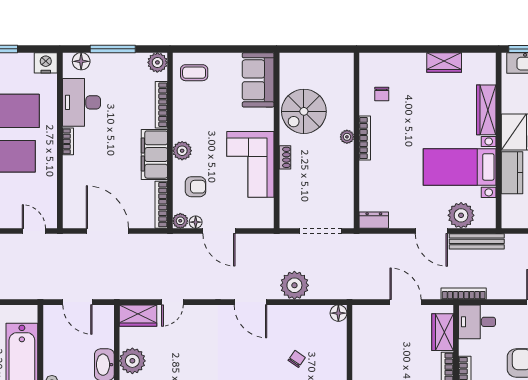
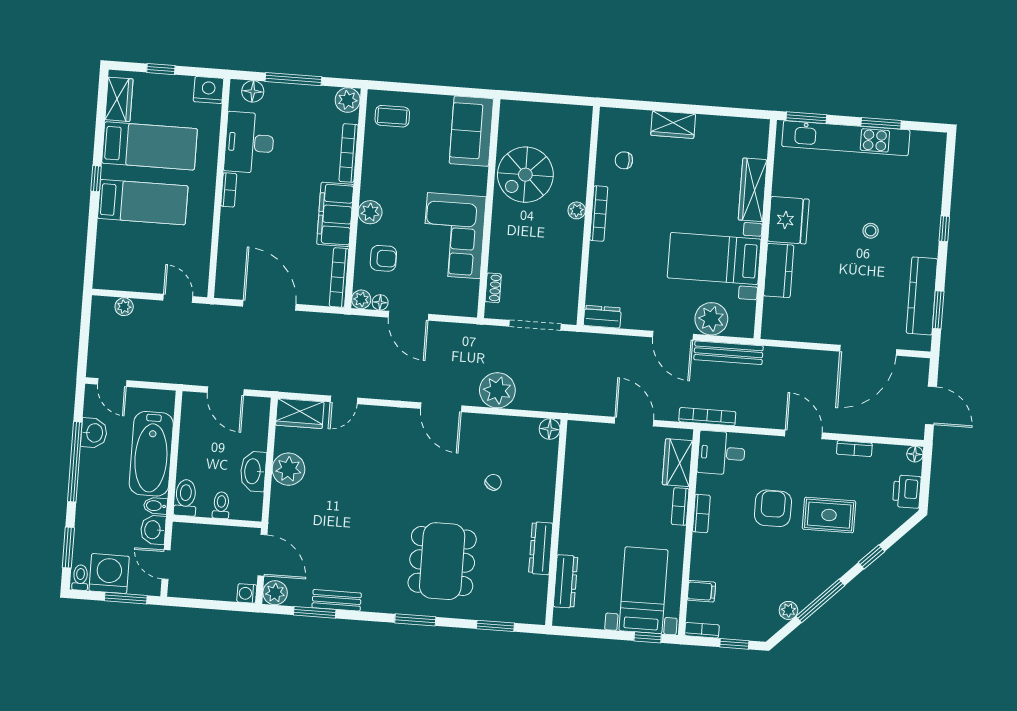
wardrobe: (444, 63) -> (673, 125), moved
chair: (382, 94) -> (624, 160), turned 90
shoe rack: (285, 157) -> (493, 288), moved

